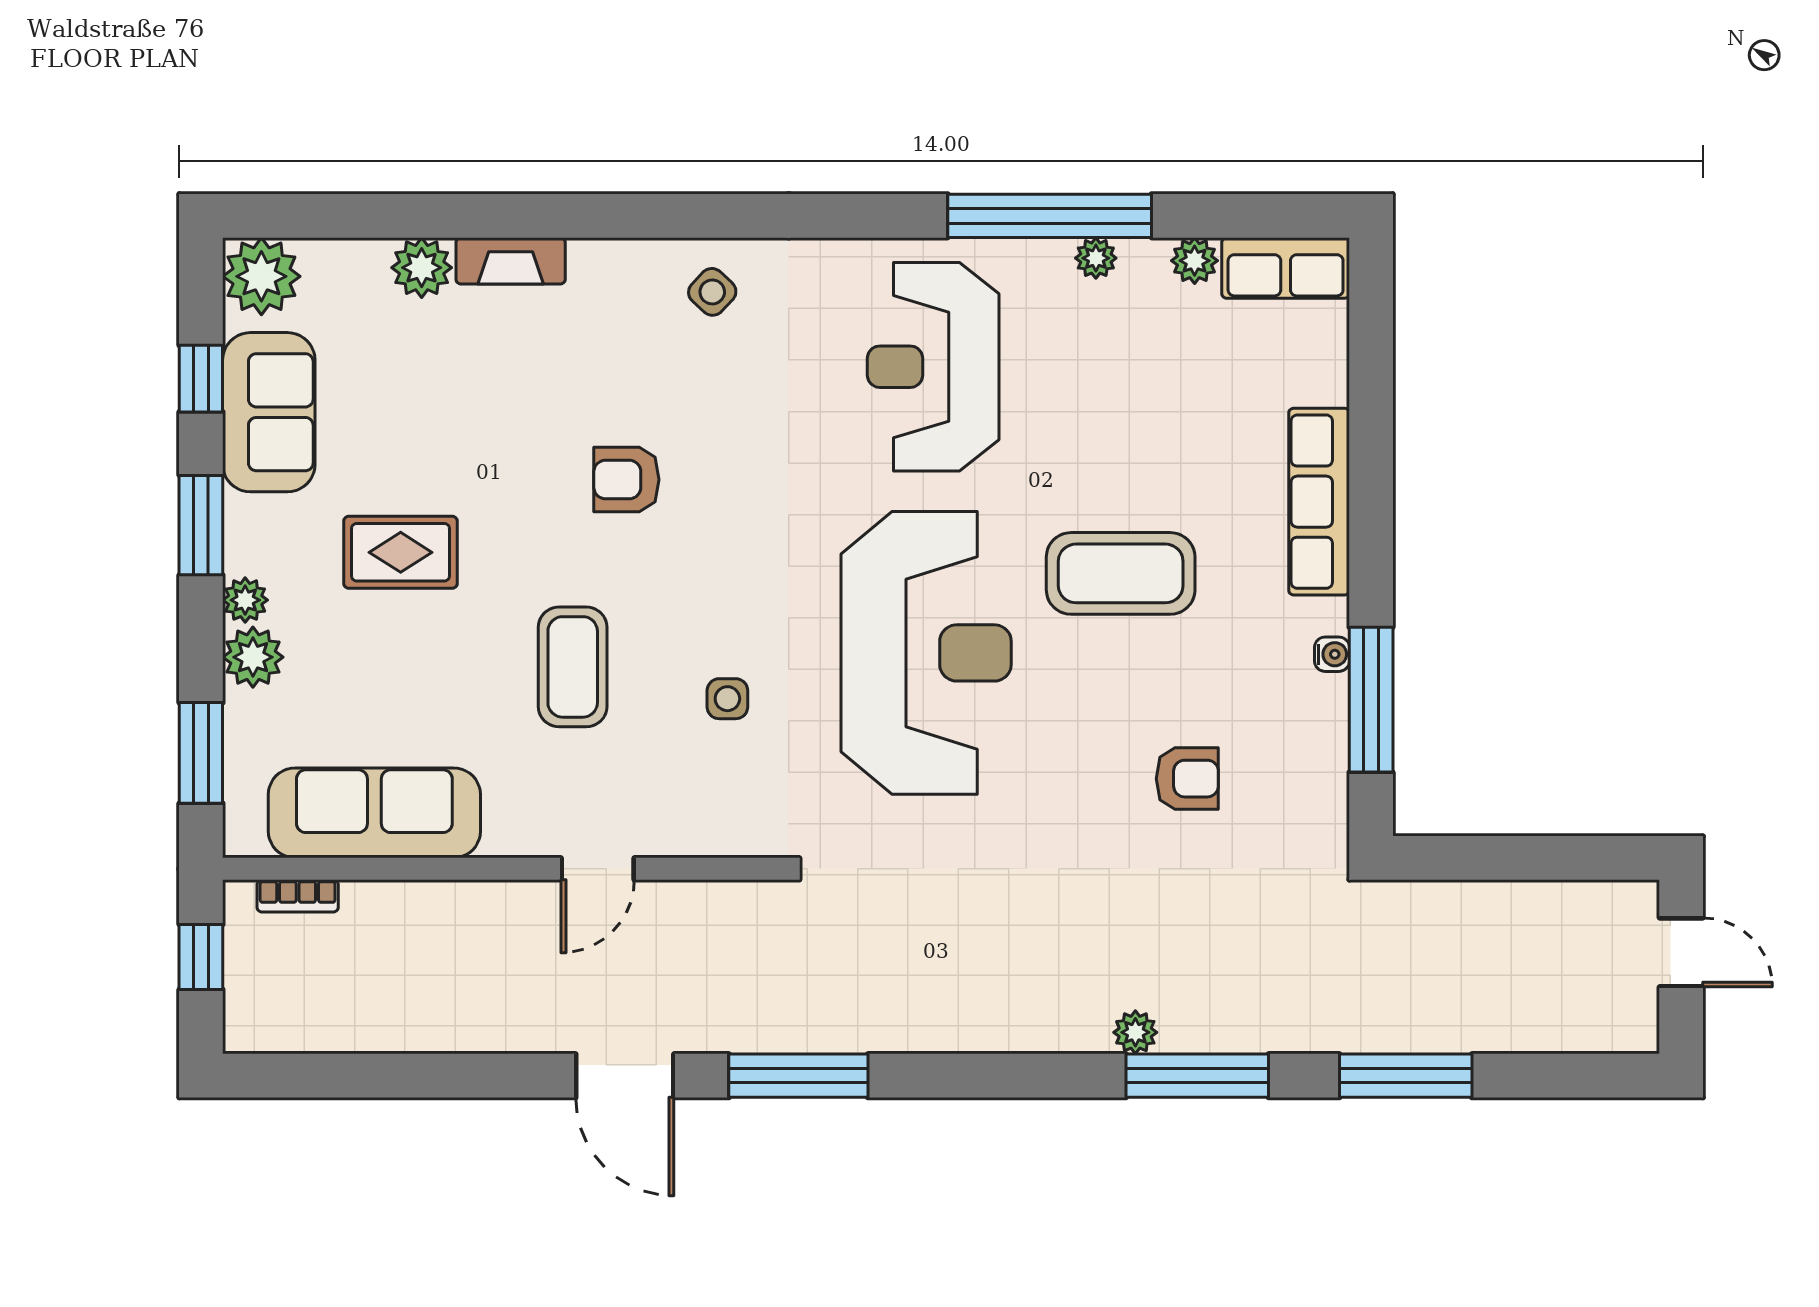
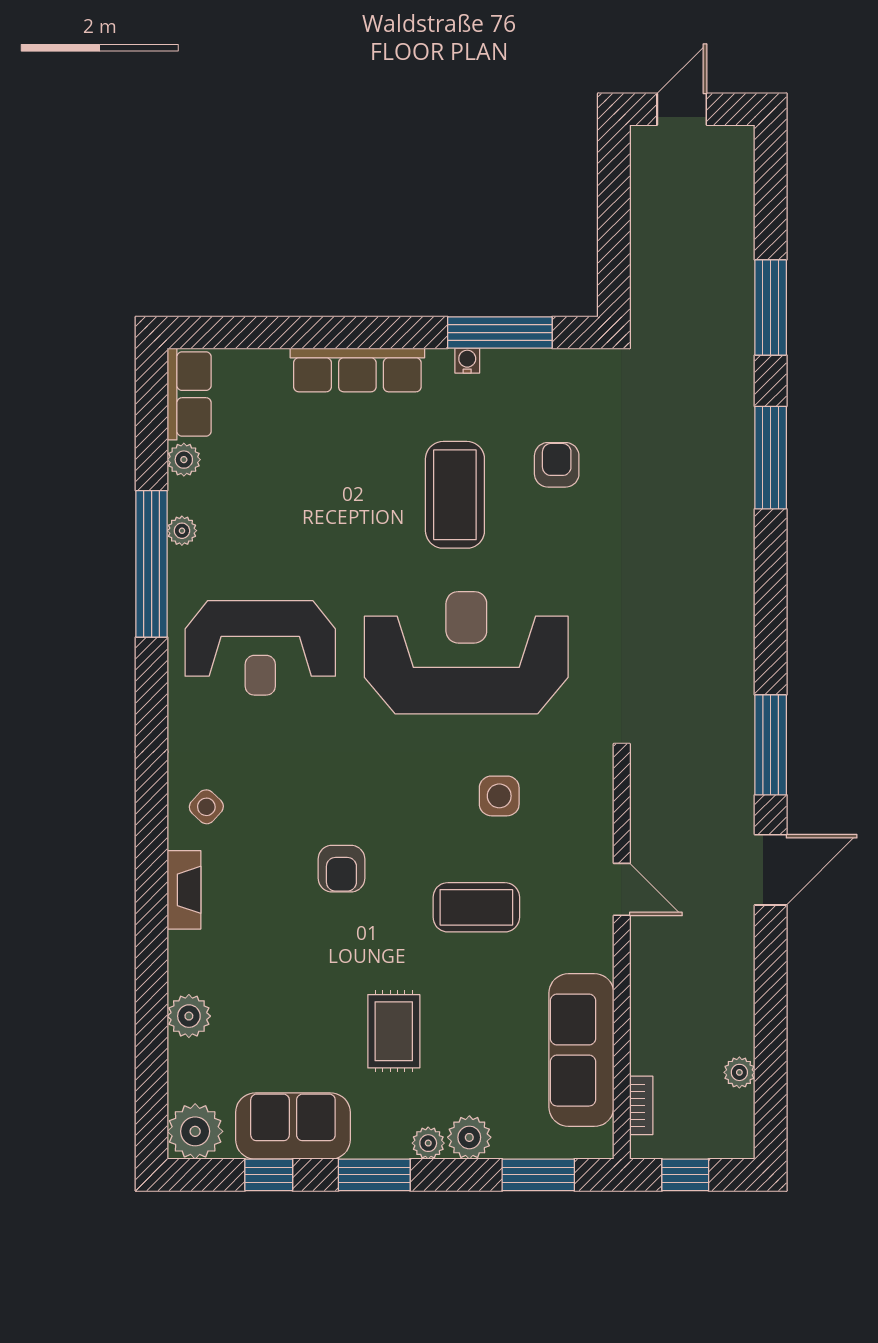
fireplace: (511, 261) -> (184, 890), moved
coffee table: (1121, 573) -> (455, 495), moved
side table: (727, 699) -> (499, 796), width x1.37, depth x1.37
plant: (1135, 1032) -> (739, 1072), moved

